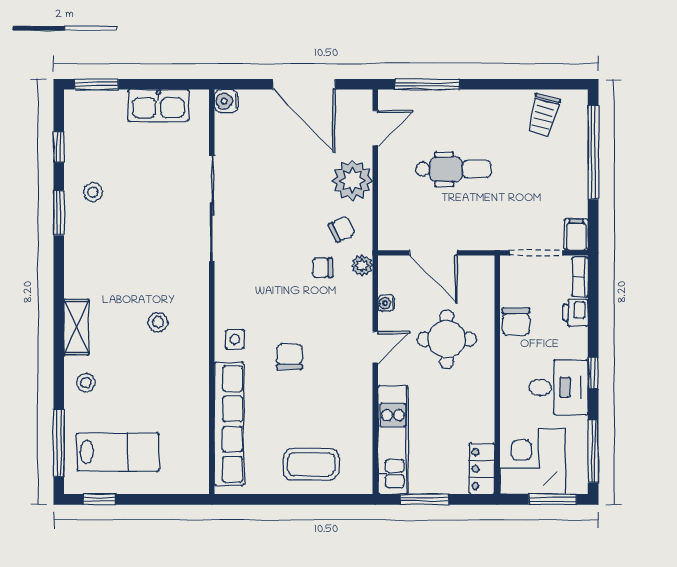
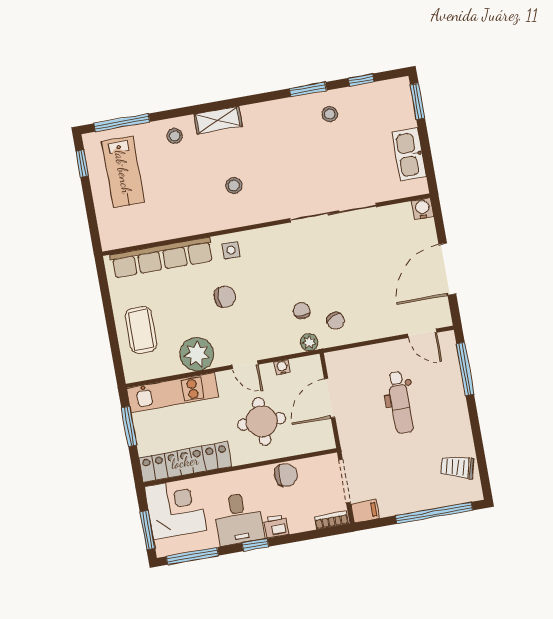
plant: (352, 180) -> (197, 354), moved
printer: (575, 313) -> (276, 526), moved
chair: (516, 322) -> (286, 475), turned 180
locker: (482, 469) -> (185, 462), width x2.16, depth x1.21

